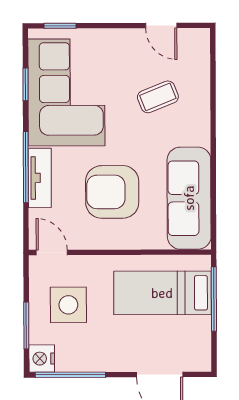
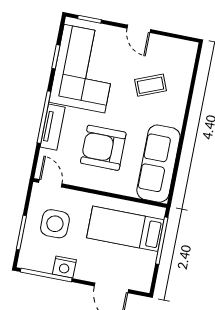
door: (161, 25) -> (139, 29), moved
nightstand: (42, 359) -> (64, 267), moved, turned -90

